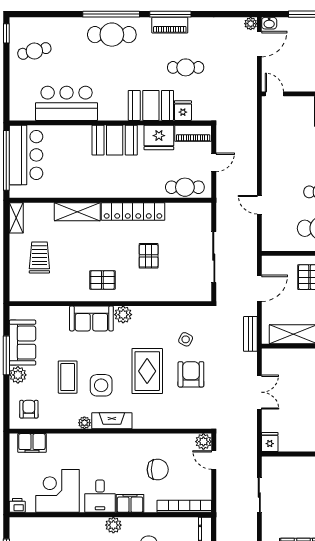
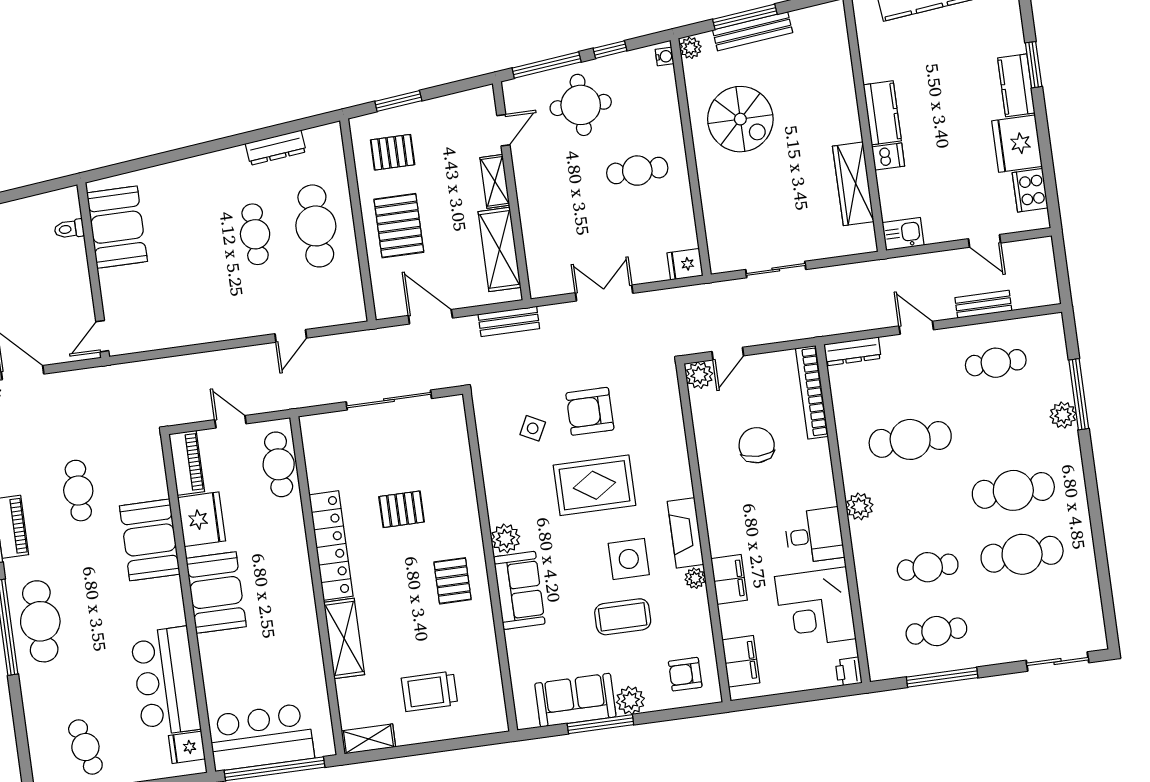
fridge: (183, 111) -> (187, 747), moved
filing cabinet: (130, 503) -> (729, 579), moved, turned 180

